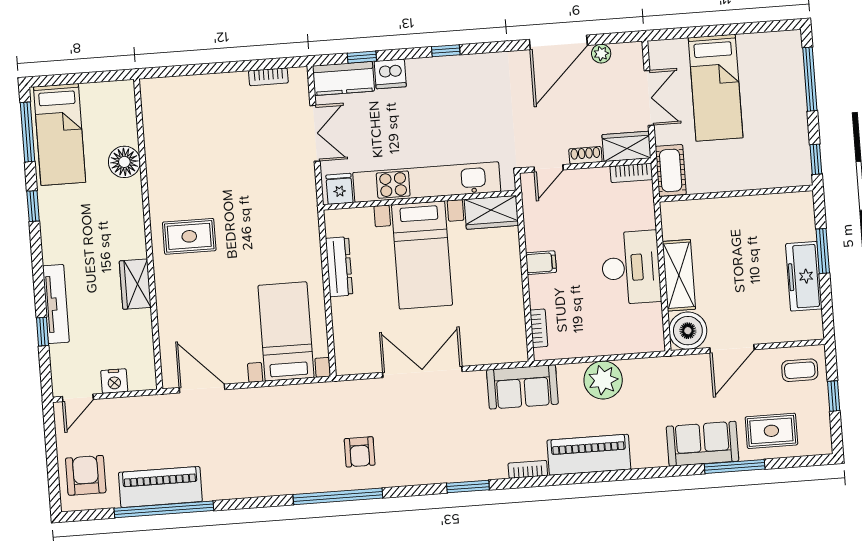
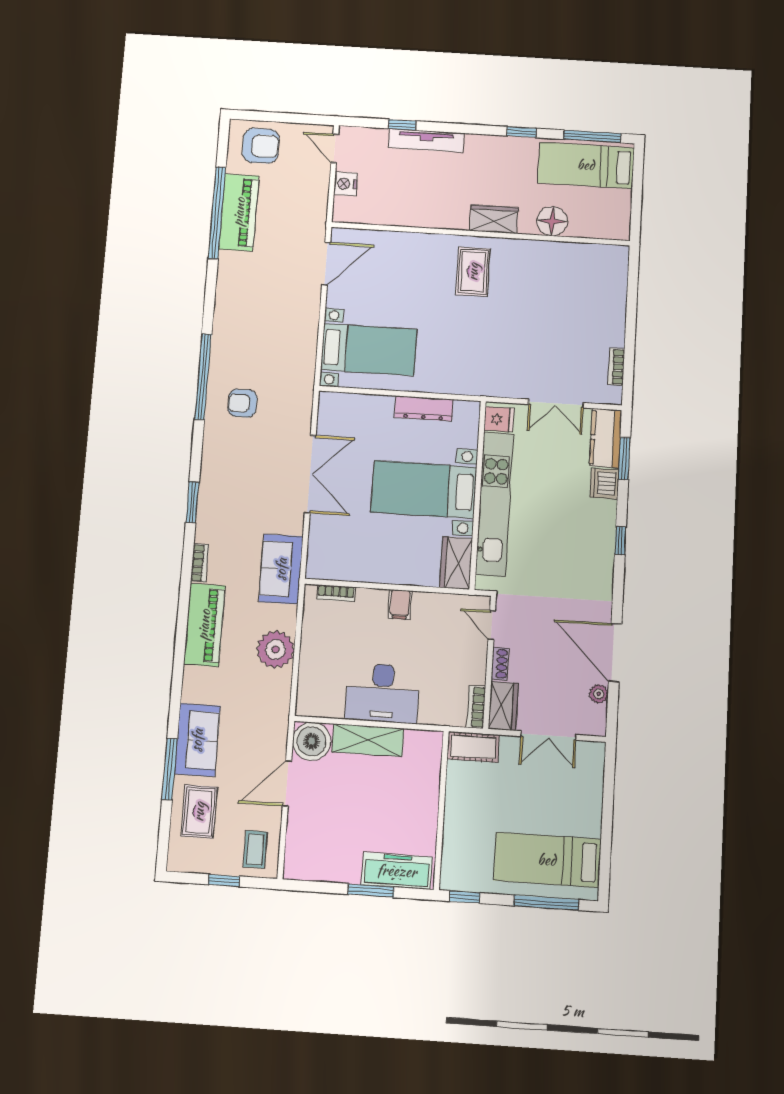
window: (362, 57) -> (624, 459), width x1.50
bed: (716, 88) -> (547, 860), moved
freezer: (804, 276) -> (397, 871), moved
wardrobe: (135, 284) -> (494, 219), moved
door: (732, 349) -> (287, 783), hinge flipped

